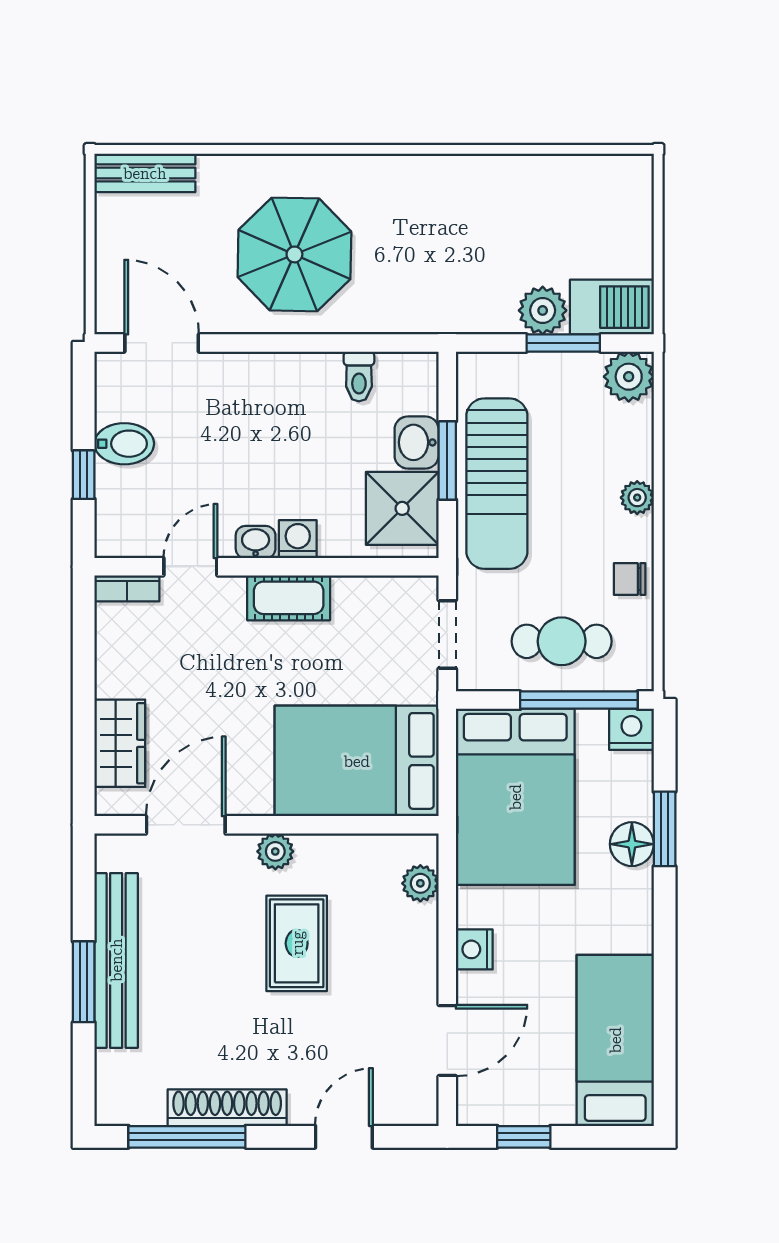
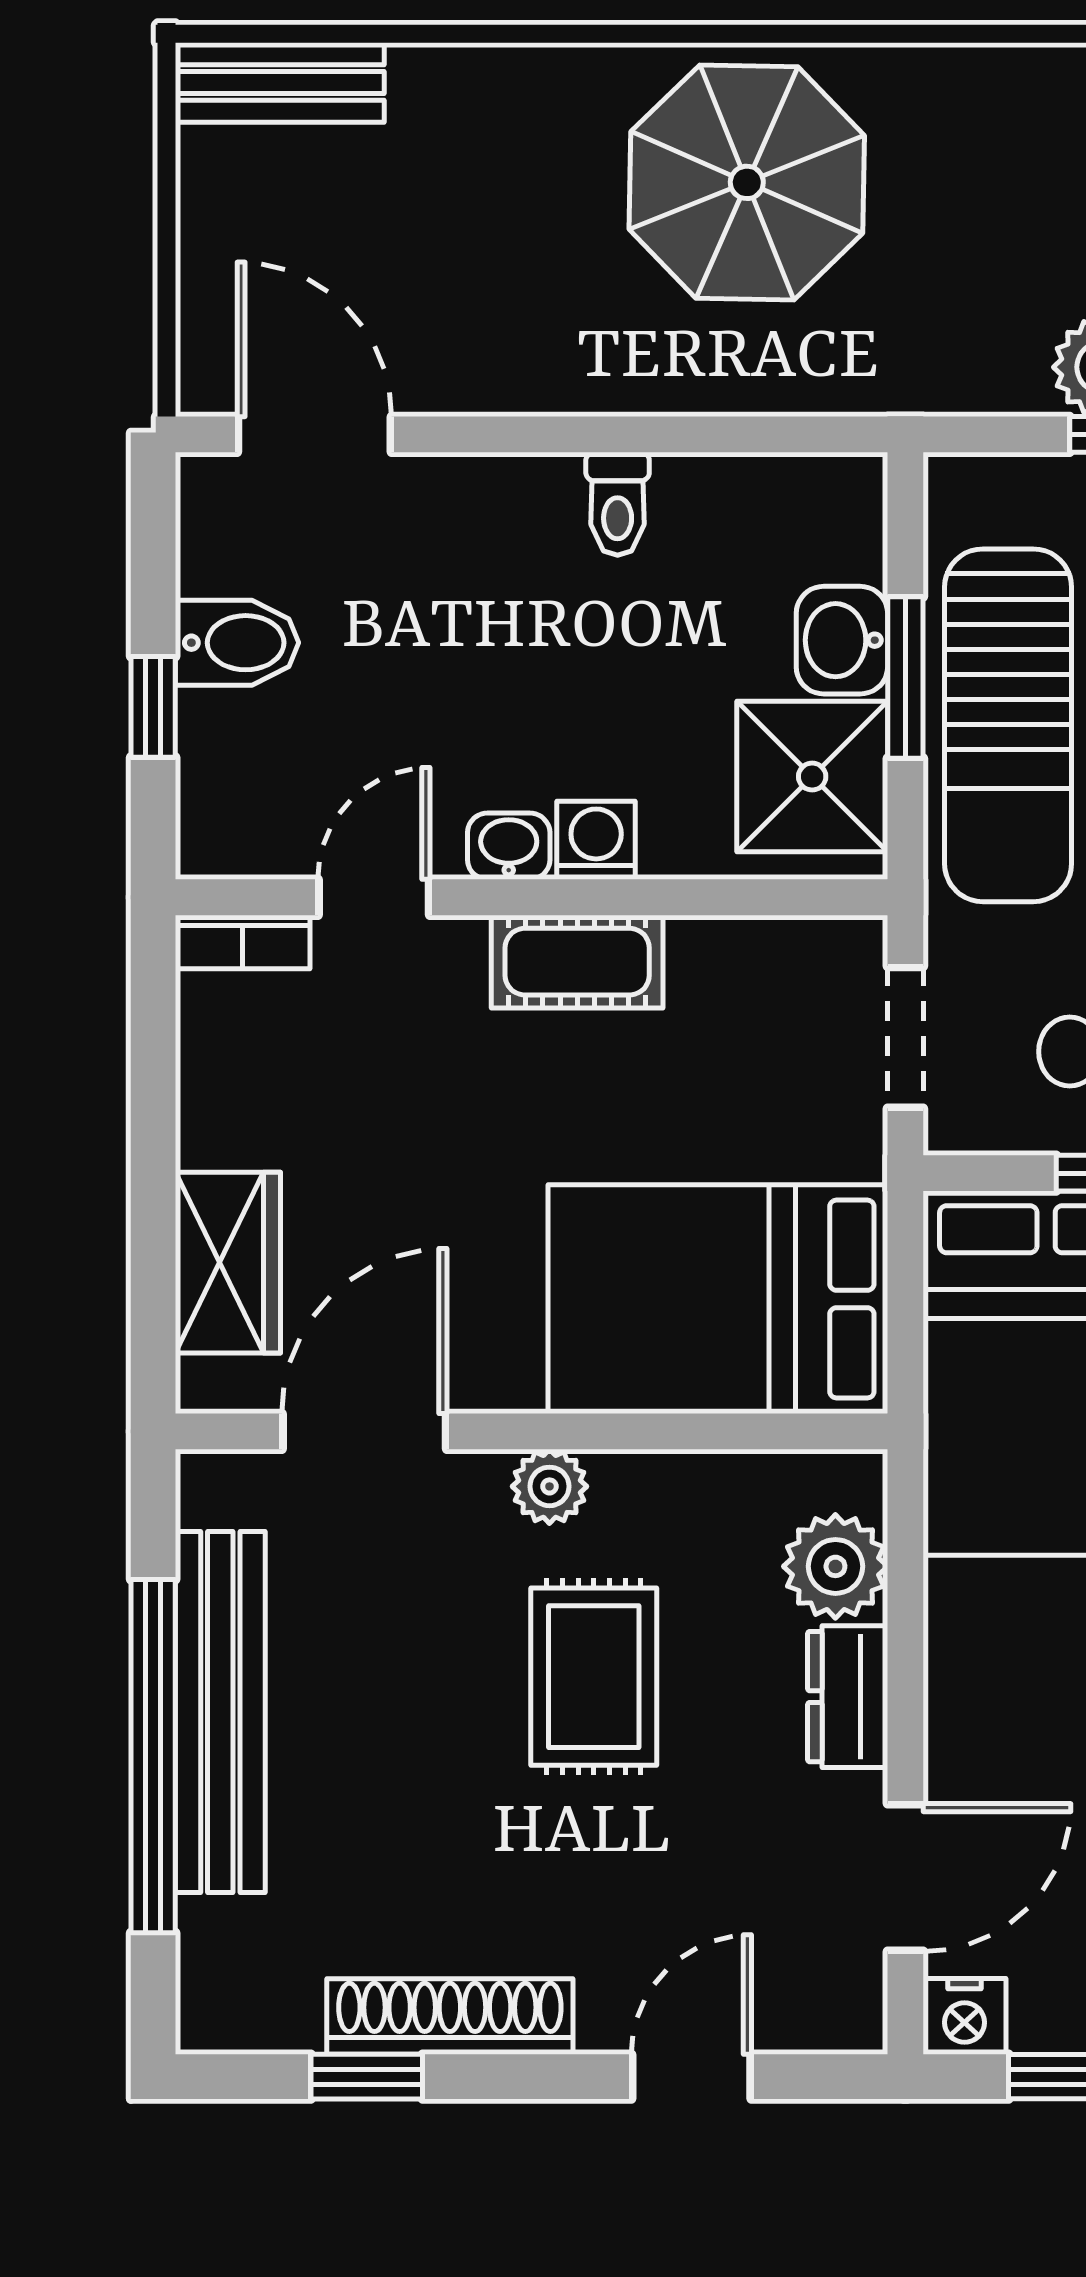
parasol: (294, 254) -> (747, 182), moved
toilet: (359, 377) -> (618, 504), moved
plant: (420, 883) -> (835, 1566), width x1.38, depth x1.38
nightstand: (474, 949) -> (965, 2016), moved, turned -90
dresser: (419, 953) -> (848, 1697), added
window: (84, 982) -> (153, 1756), width x2.11
window: (187, 1137) -> (367, 2077), width x0.46

